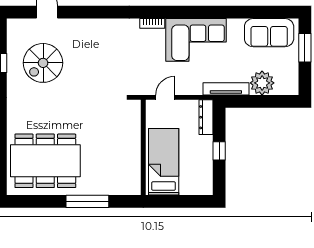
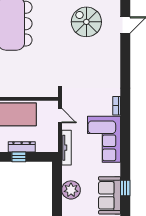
window: (260, 12) -> (125, 188), added
tv unit: (226, 89) -> (67, 148), moved
dresser: (206, 117) -> (22, 147), moved

